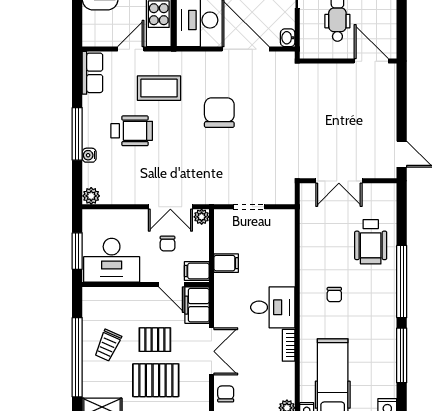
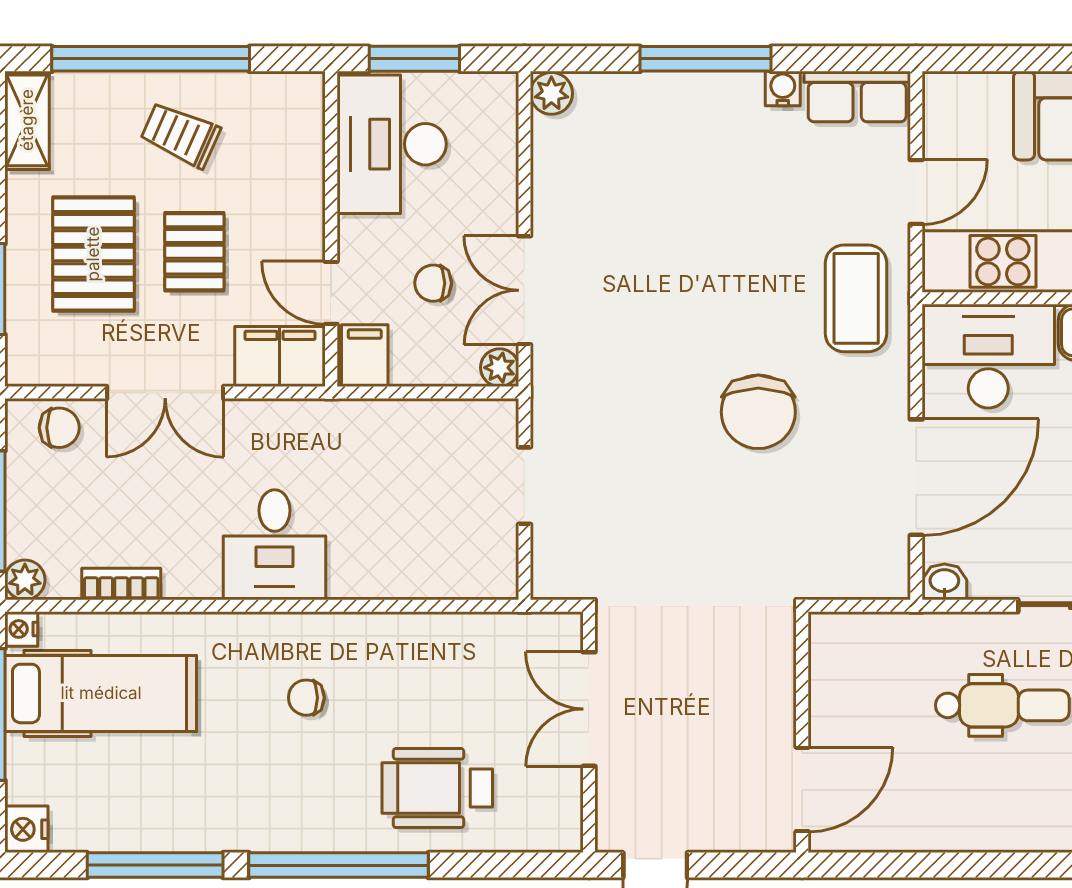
door: (131, 49) -> (916, 192), hinge flipped
wall: (348, 61) -> (802, 732), moved
door: (371, 61) -> (802, 789), moved
coffee table: (159, 88) -> (856, 298), moved
chair: (219, 113) -> (758, 412), turned 90
wheelchair: (132, 131) -> (713, 194), removed
water cooler: (89, 155) -> (783, 89), moved
filing cabinet: (226, 263) -> (384, 429), removed
door: (171, 285) -> (331, 293), hinge flipped
bookcase: (289, 345) -> (121, 584), moved

